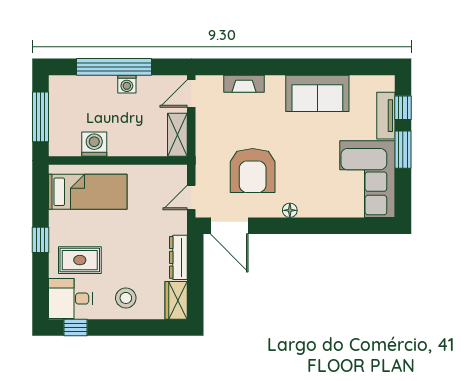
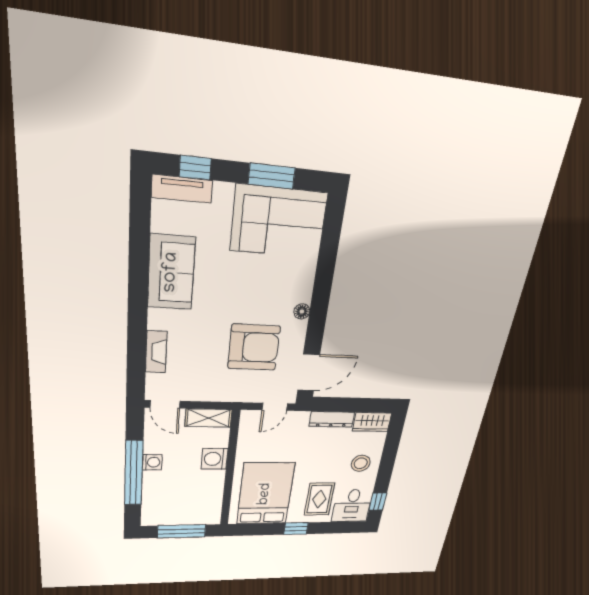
tv unit: (386, 116) -> (182, 189), moved
washing machine: (94, 144) -> (215, 459), moved
window: (403, 150) -> (272, 176), moved
bed: (88, 192) -> (265, 494), width x1.50
door: (191, 198) -> (275, 407), hinge flipped

